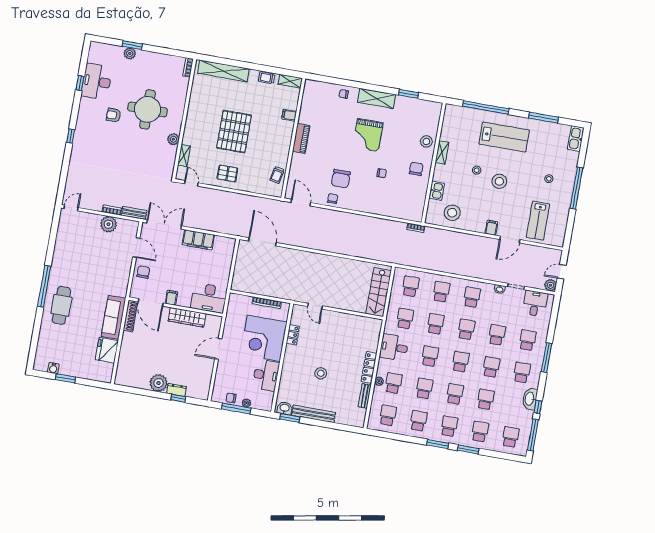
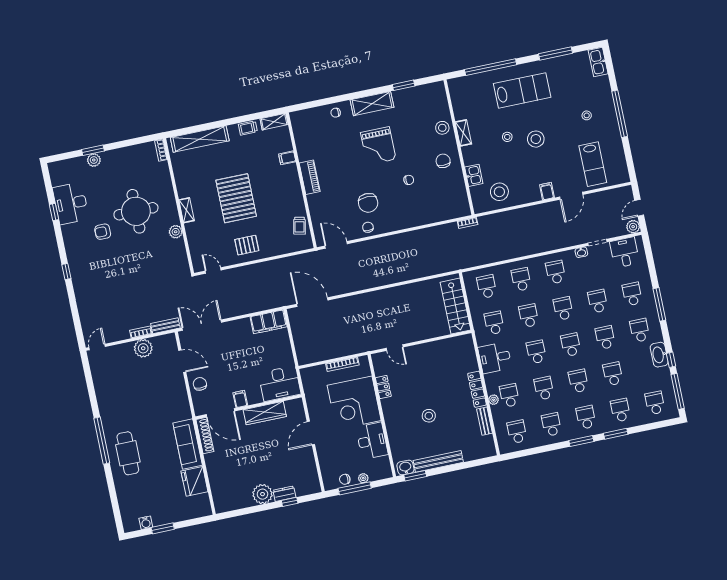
shelving: (184, 156) -> (187, 210), moved
filing cabinet: (198, 240) -> (269, 322), moved

